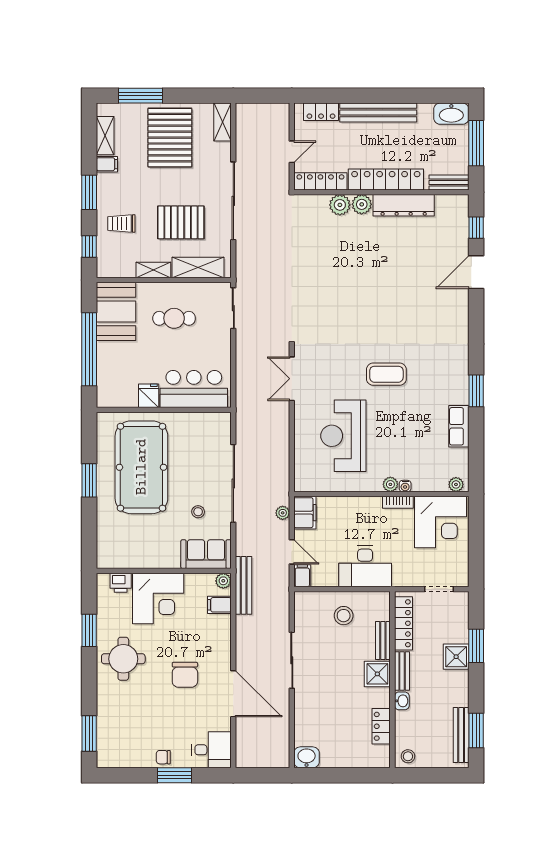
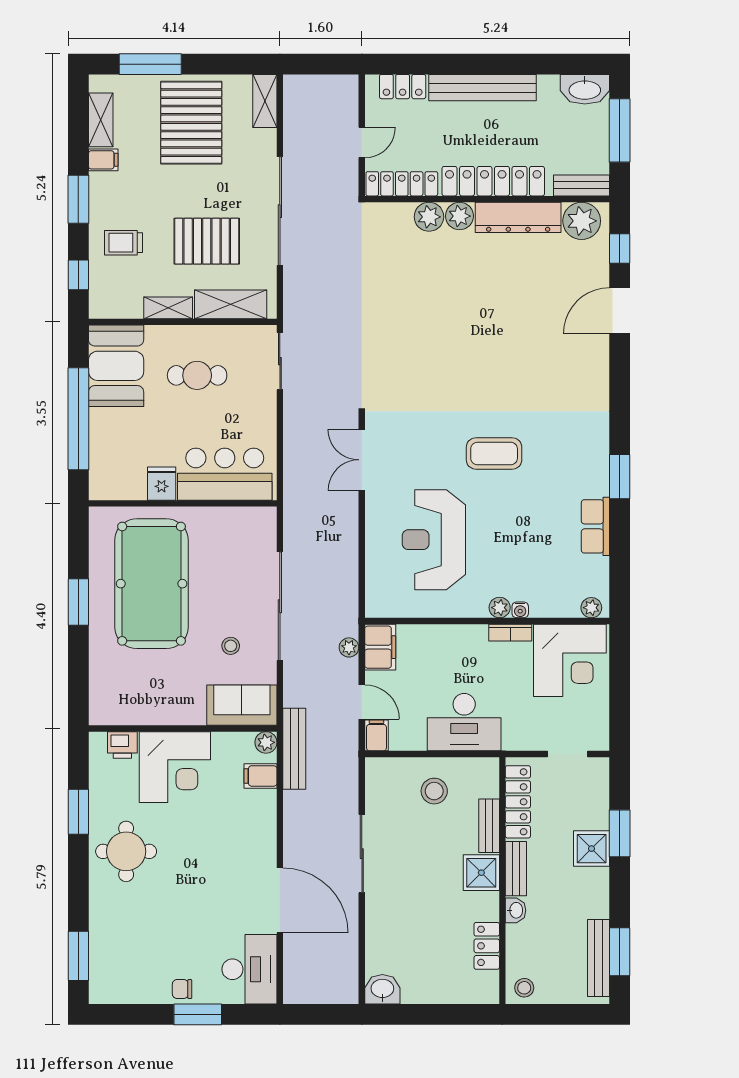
plant: (449, 208) -> (582, 221), added
chair: (185, 675) -> (212, 874), removed
desk: (211, 750) -> (249, 969), width x1.37

